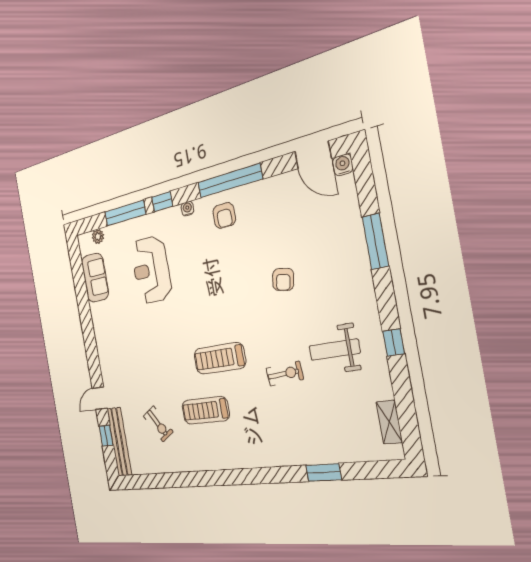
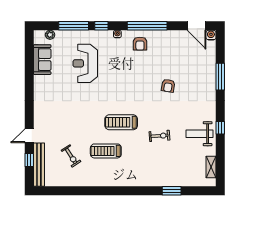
weight bench: (334, 350) -> (200, 134), moved

